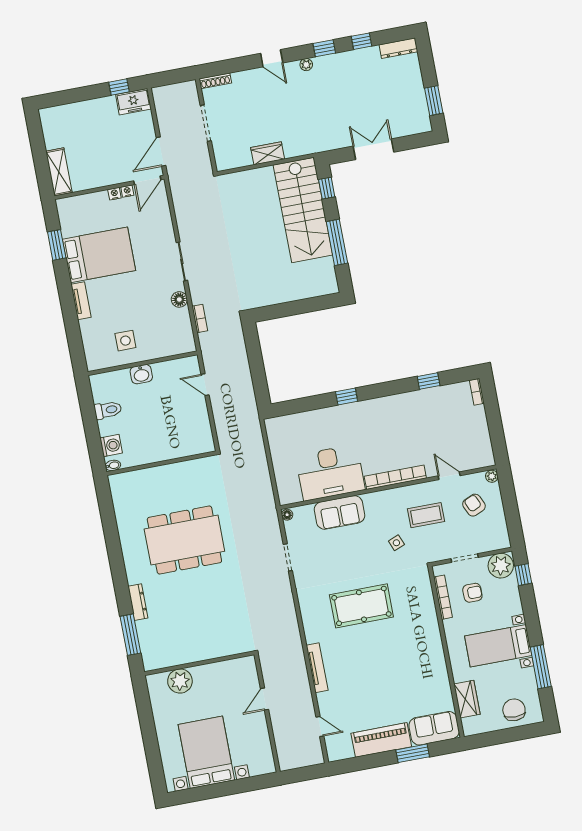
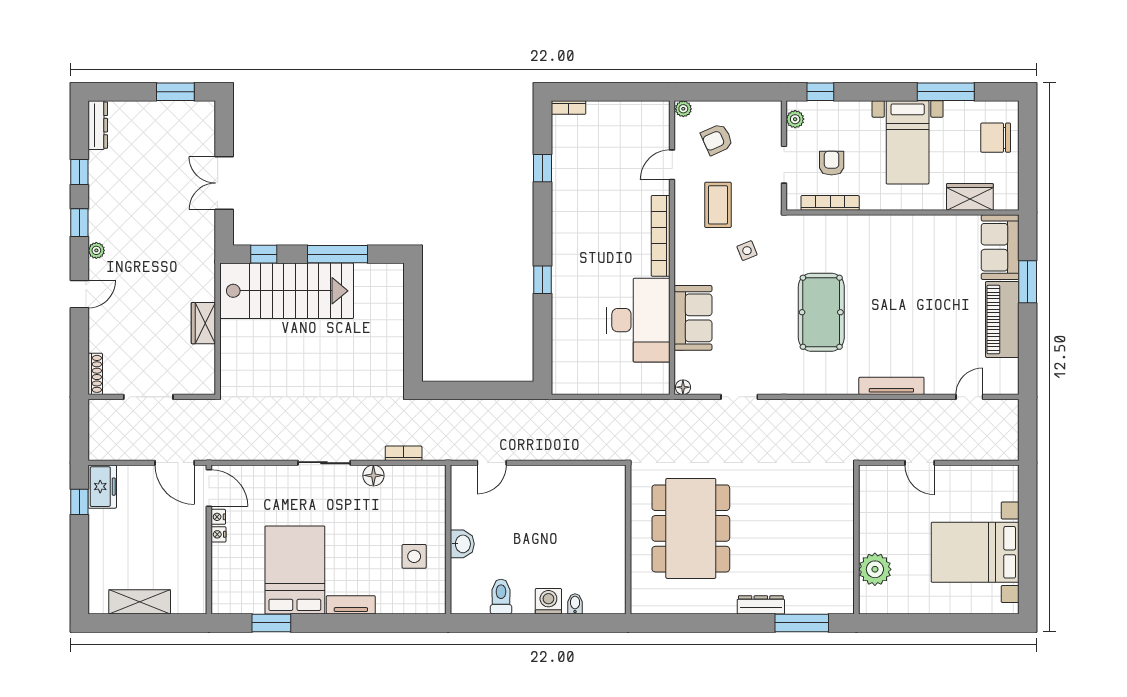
shelving: (59, 172) -> (140, 602), moved
wall: (161, 463) -> (628, 540), moved
plant: (501, 566) -> (795, 119), width x0.53, depth x0.53

